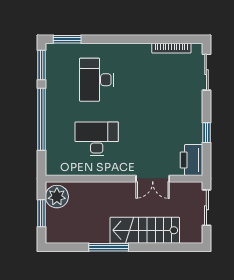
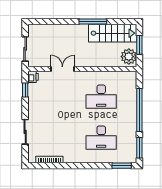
sliding door: (206, 72) -> (25, 132), moved
desk: (97, 80) -> (101, 138), turned 90
window: (206, 133) -> (25, 90), moved
printer: (191, 160) -> (33, 77), width x0.53, depth x0.68
stairs: (145, 230) -> (113, 33), moved

